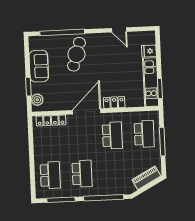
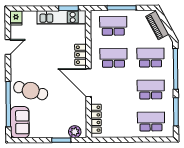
fridge: (149, 51) -> (16, 18), moved
sofa: (39, 66) -> (20, 122), moved, turned 90
school desk: (114, 172) -> (150, 58), added

